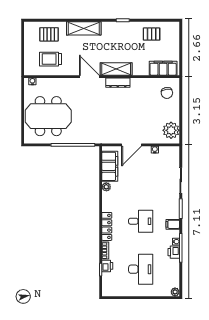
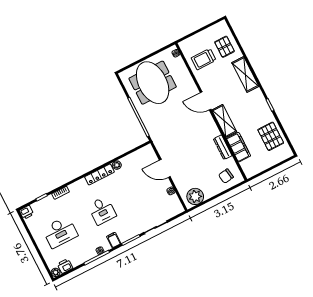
pallet: (152, 34) -> (271, 136), width x1.50, depth x1.42
trolley: (51, 59) -> (204, 59), turned -90
filing cabinet: (163, 68) -> (239, 147), moved
door: (89, 77) -> (206, 101), swing flipped
dresser: (118, 83) -> (223, 147), moved
filing cabinet: (110, 166) -> (136, 159), removed
locker: (107, 226) -> (99, 174), moved
printer: (174, 252) -> (65, 266), moved
printer: (107, 266) -> (27, 212), moved

